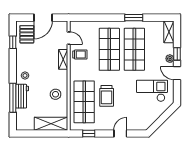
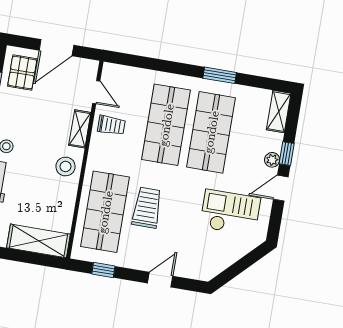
door: (177, 73) -> (281, 188), hinge flipped
stool: (56, 94) -> (65, 166), moved
trolley: (107, 96) -> (147, 208), turned 180

